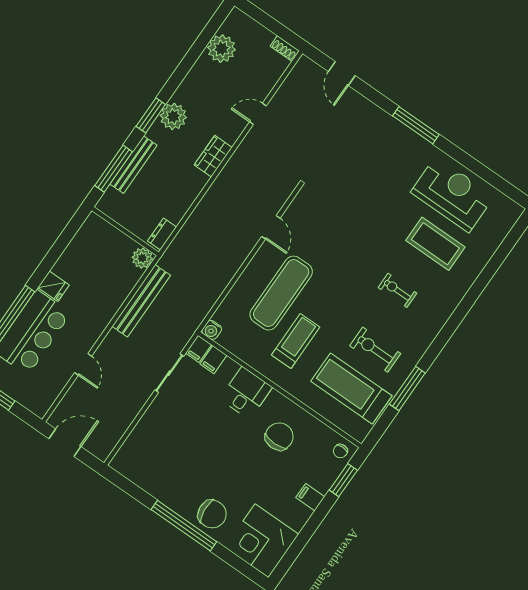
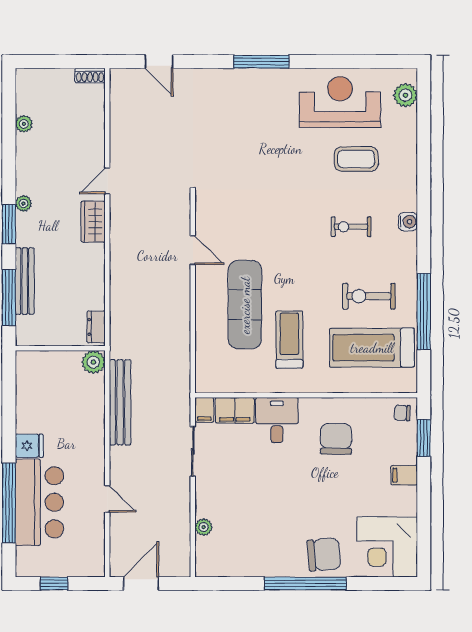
plant: (222, 49) -> (24, 124), width x0.53, depth x0.53
door: (258, 114) -> (107, 181), moved
plant: (173, 116) -> (23, 203), width x0.53, depth x0.53
plant: (503, 222) -> (405, 95), added
coffee table: (435, 244) -> (356, 159), width x0.73, depth x0.76
water cooler: (212, 330) -> (408, 222), moved, turned -90
filing cabinet: (213, 360) -> (235, 410), width x2.00
window: (407, 389) -> (424, 312), width x1.46
plant: (139, 433) -> (204, 527), added
chair: (340, 451) -> (402, 413), turned 93

